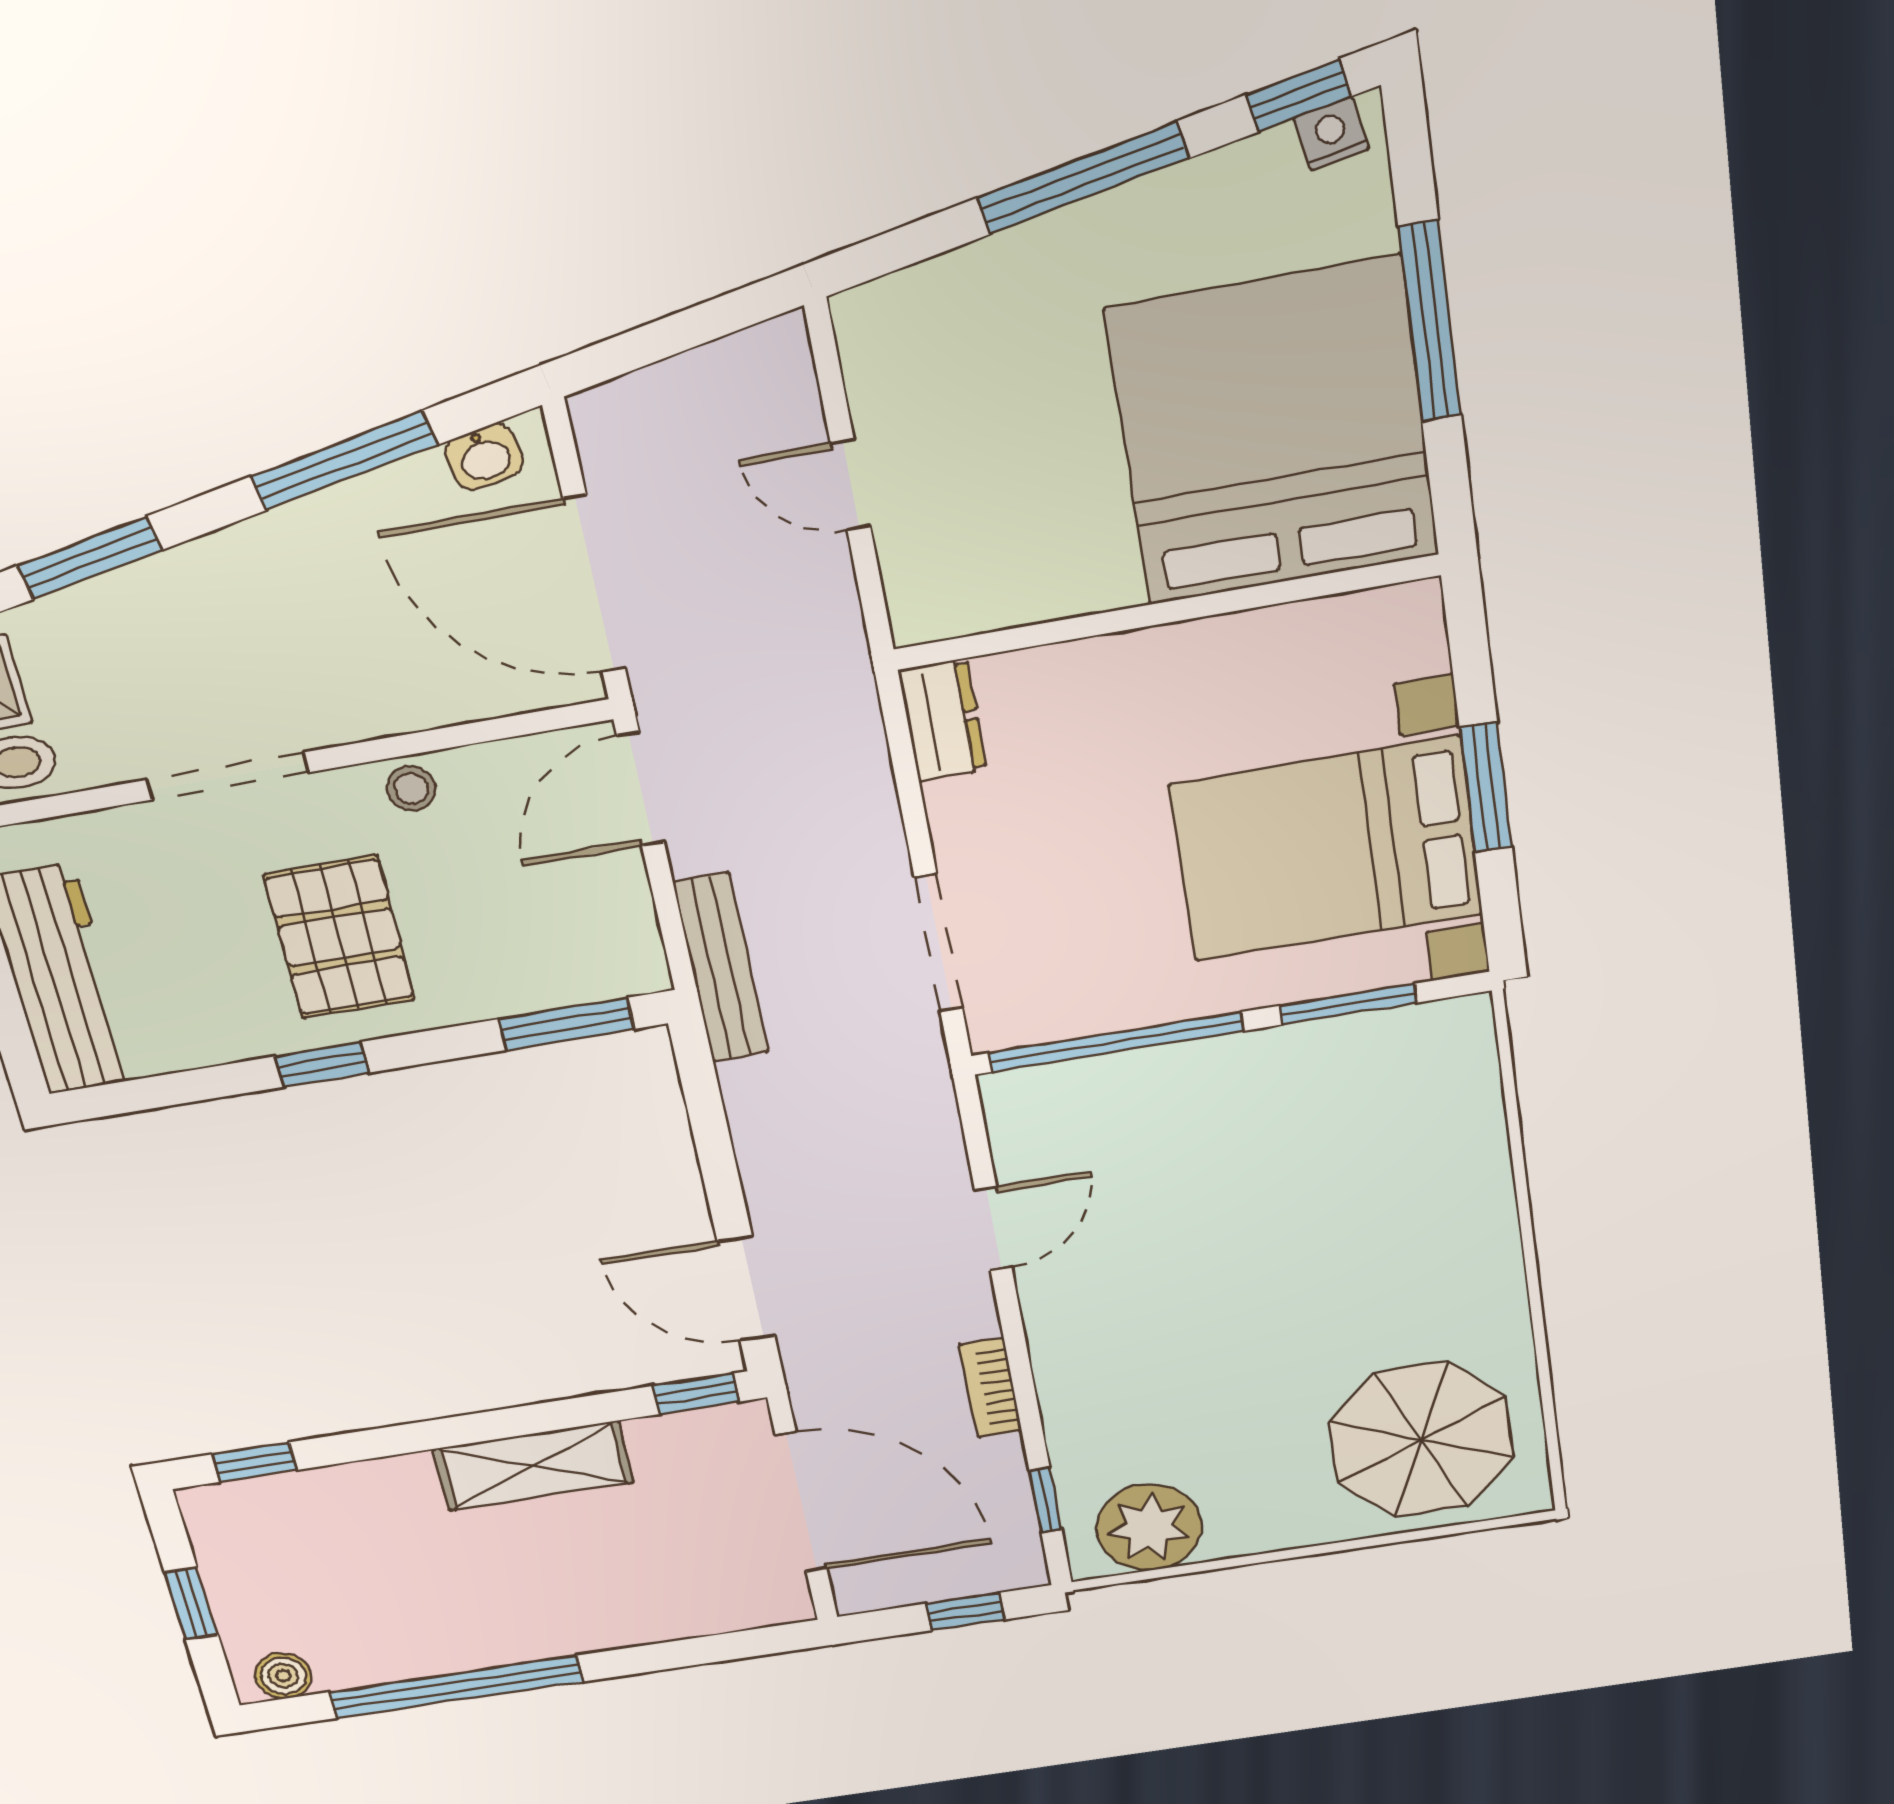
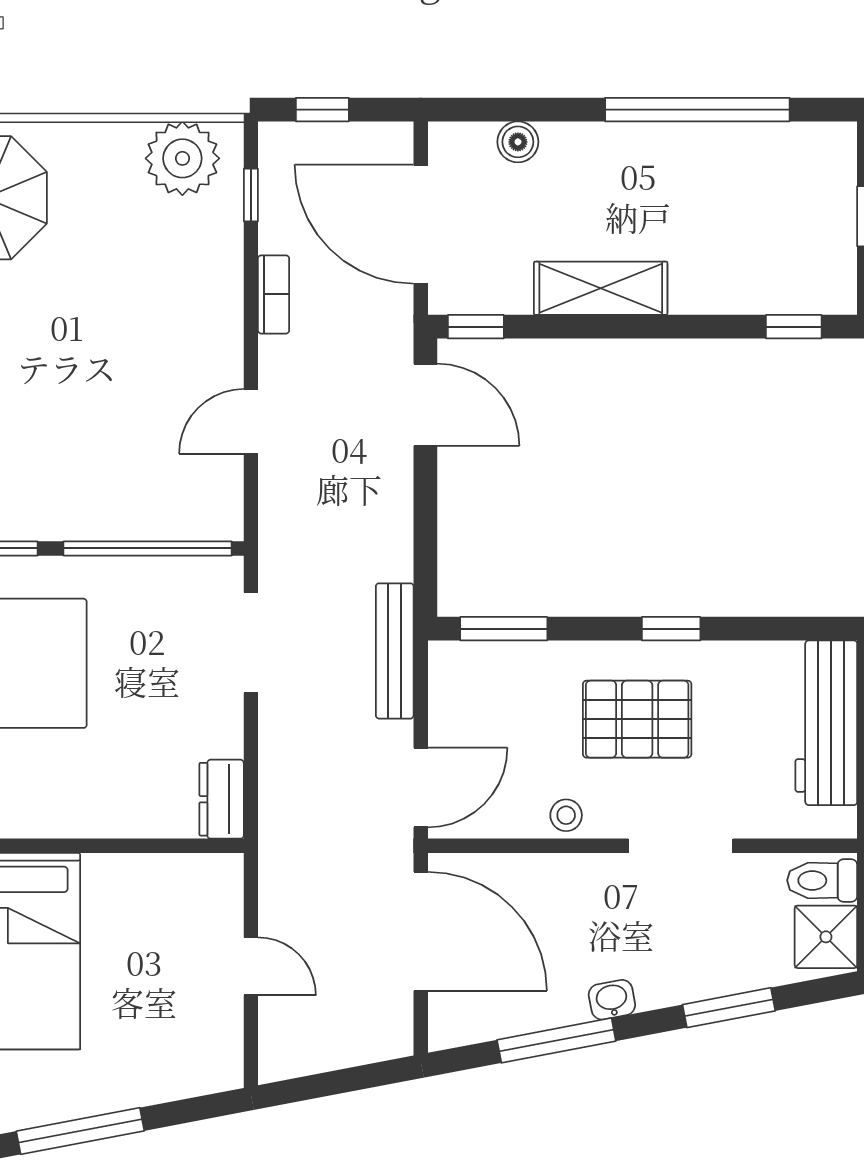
washbasin: (484, 457) -> (612, 1000), moved
pallet: (339, 937) -> (637, 719), turned 90
boiler: (283, 1676) -> (518, 142), moved

